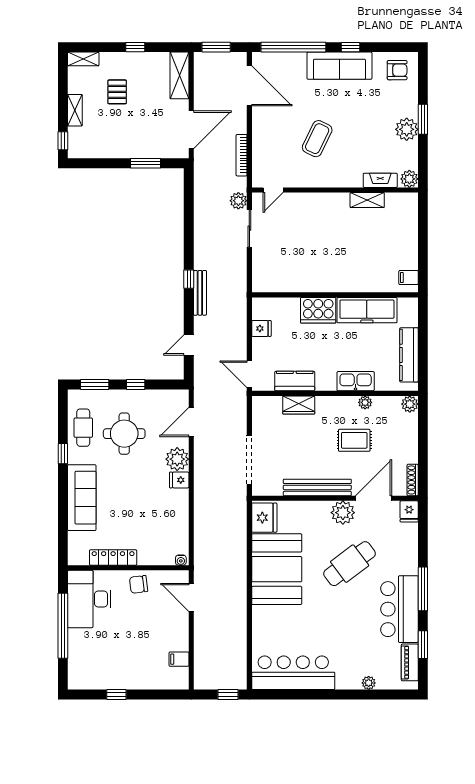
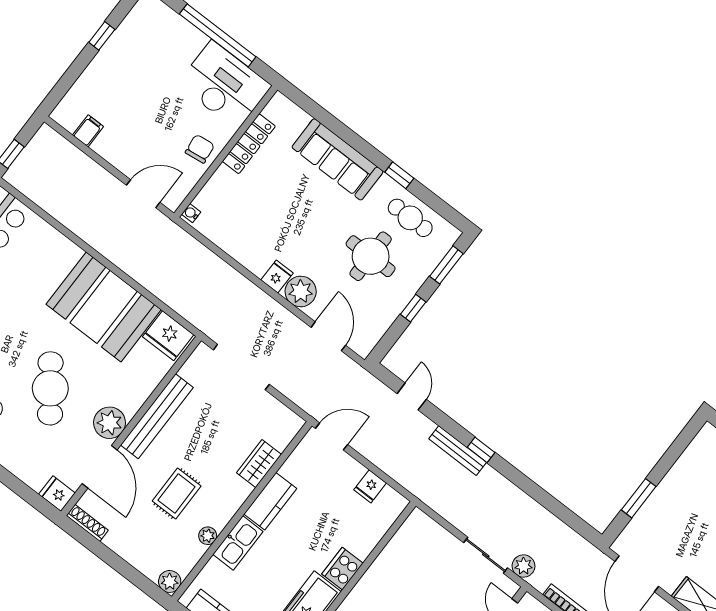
cooker: (318, 310) -> (342, 569), width x0.73, depth x0.76
kitchen counter: (295, 381) -> (270, 501), moved

